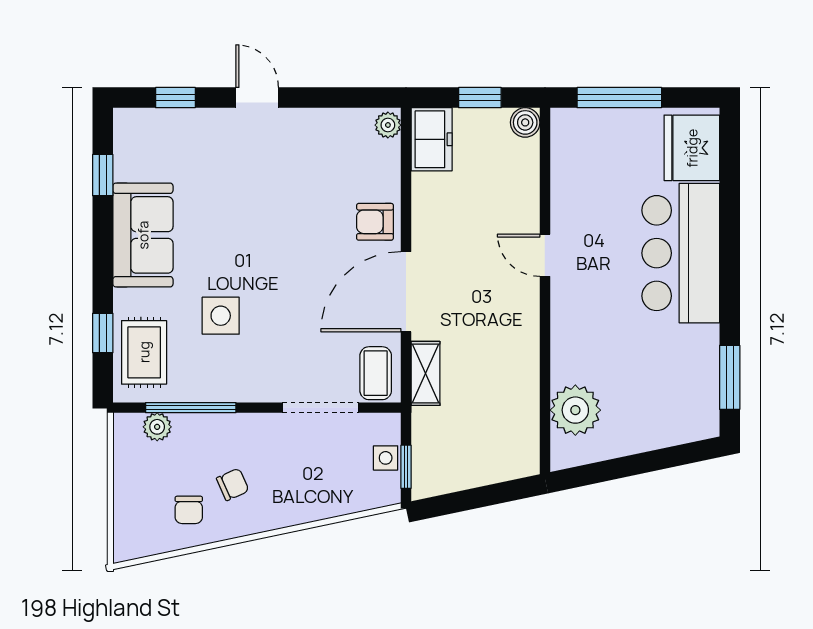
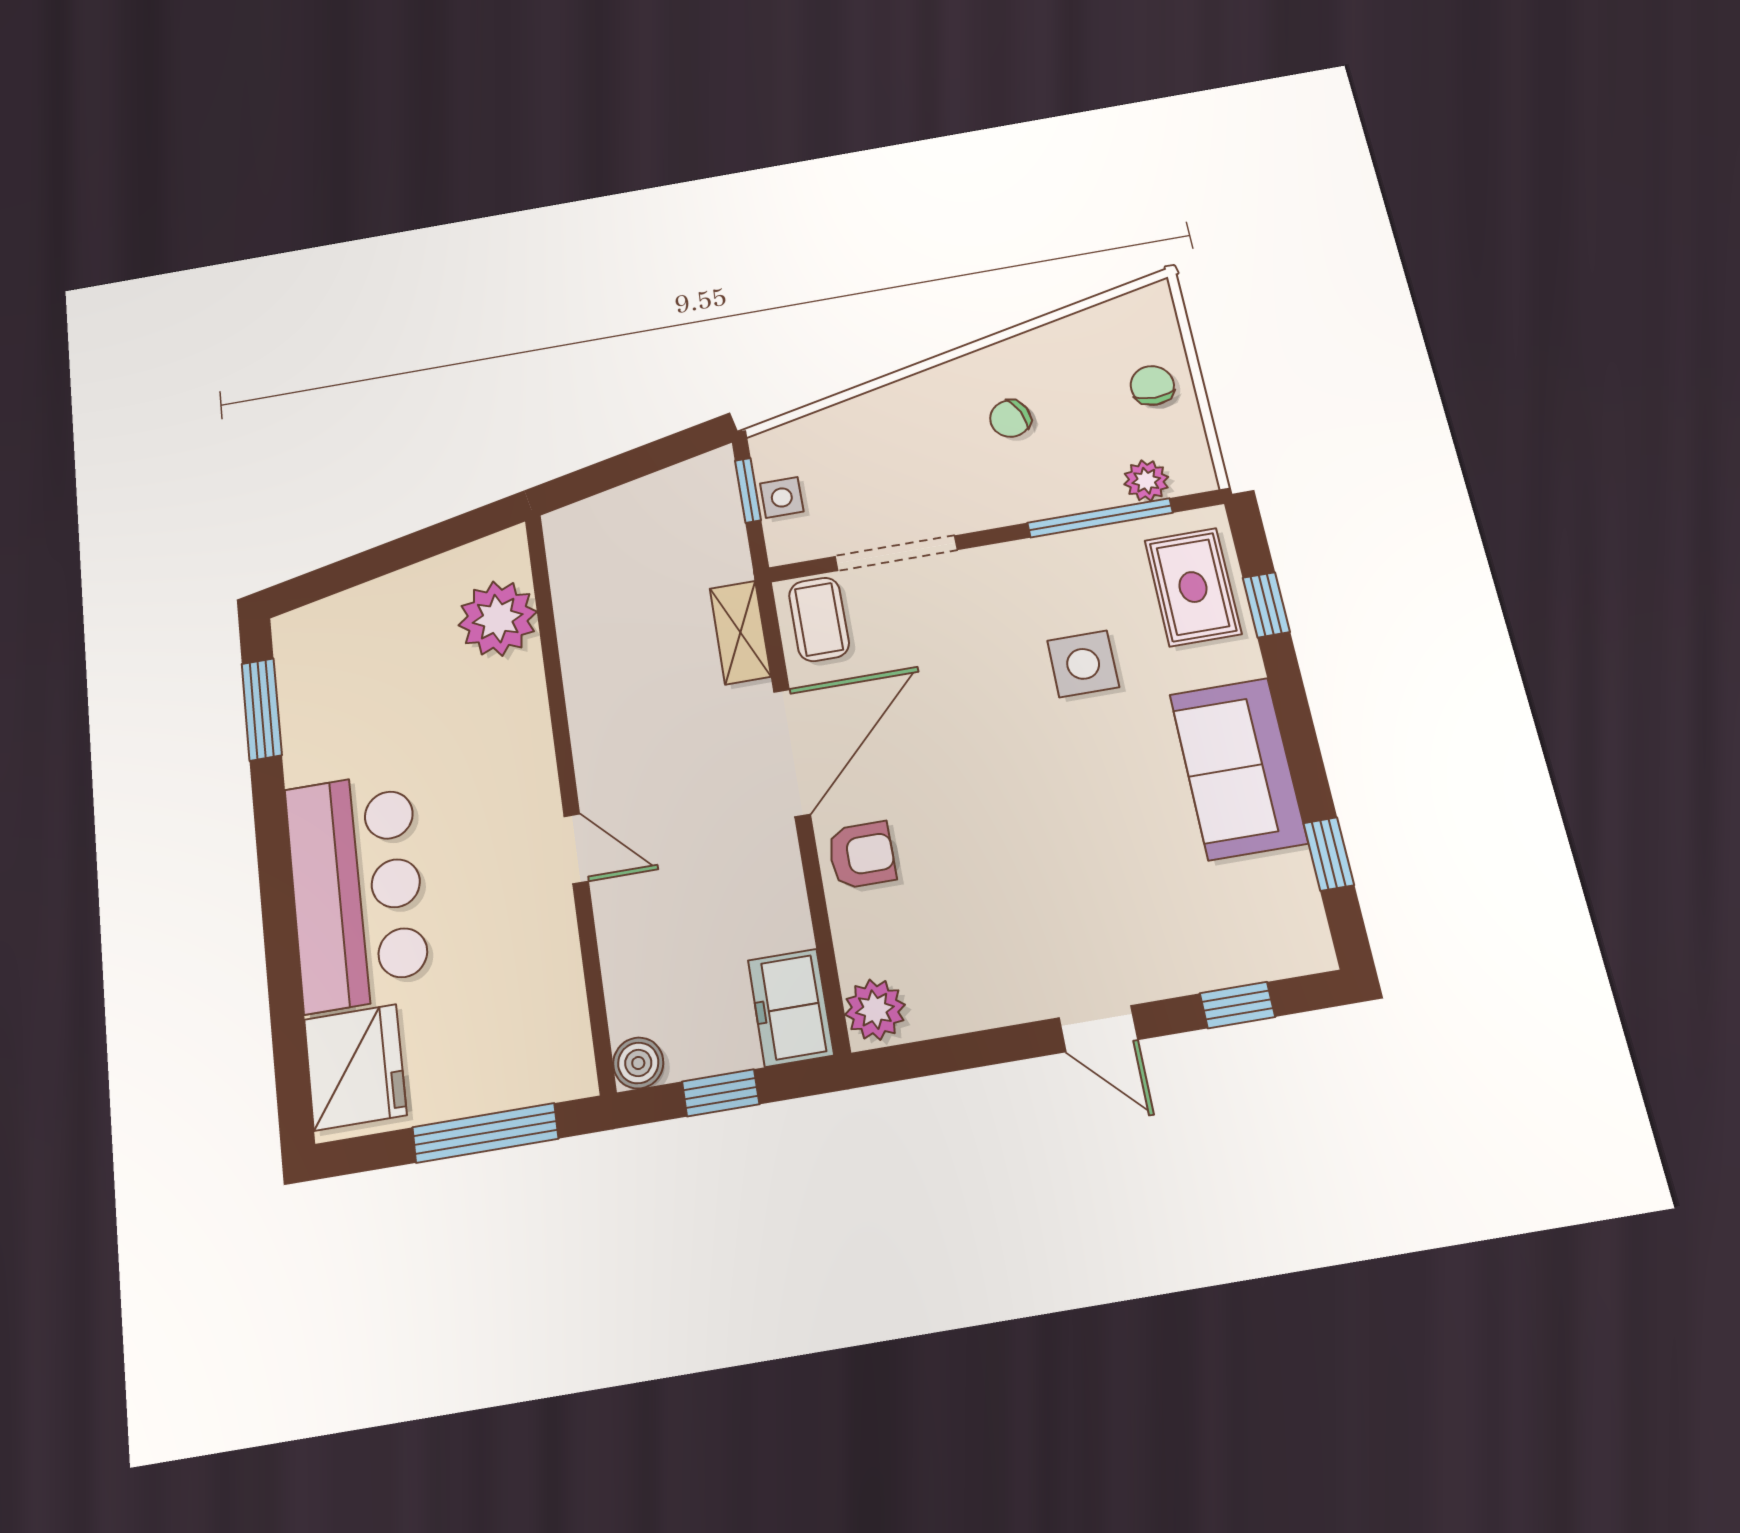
plant: (388, 125) -> (875, 1010), width x1.38, depth x1.38
chair: (189, 510) -> (1152, 385), moved

